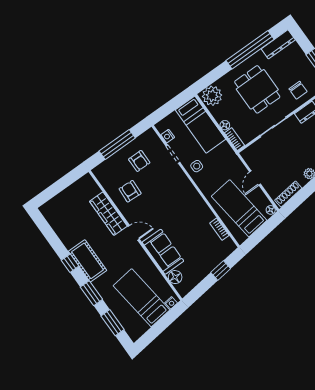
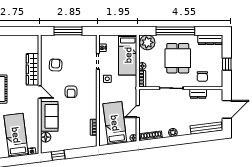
window: (250, 50) -> (175, 31), moved
armchair: (139, 161) -> (71, 92), moved
window: (221, 270) -> (58, 155), moved

